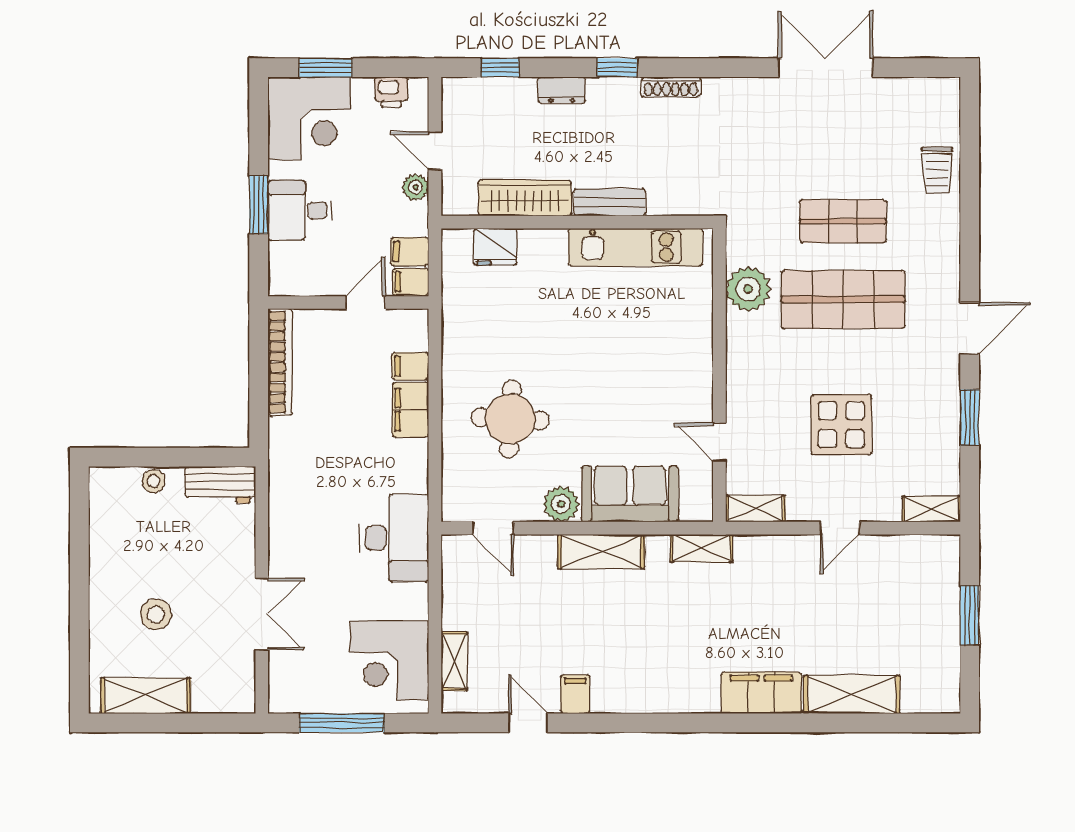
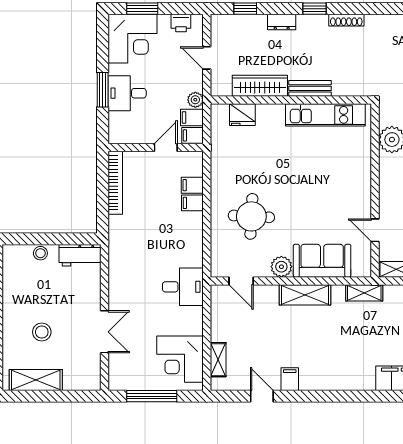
plant: (416, 187) -> (195, 100), moved
filing cabinet: (410, 410) -> (192, 203), width x0.50
desk: (394, 538) -> (183, 287), width x0.73

